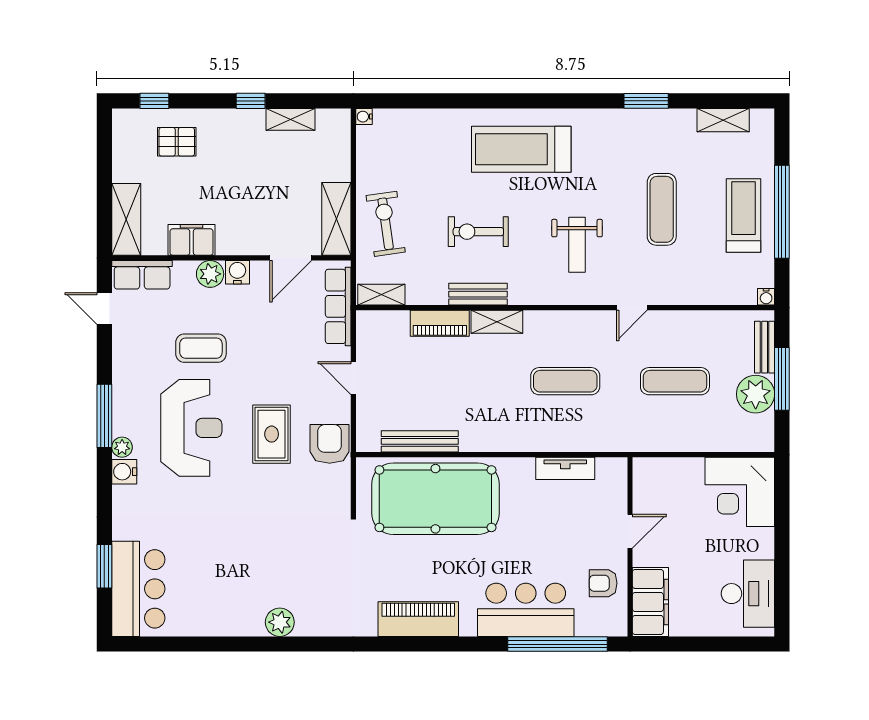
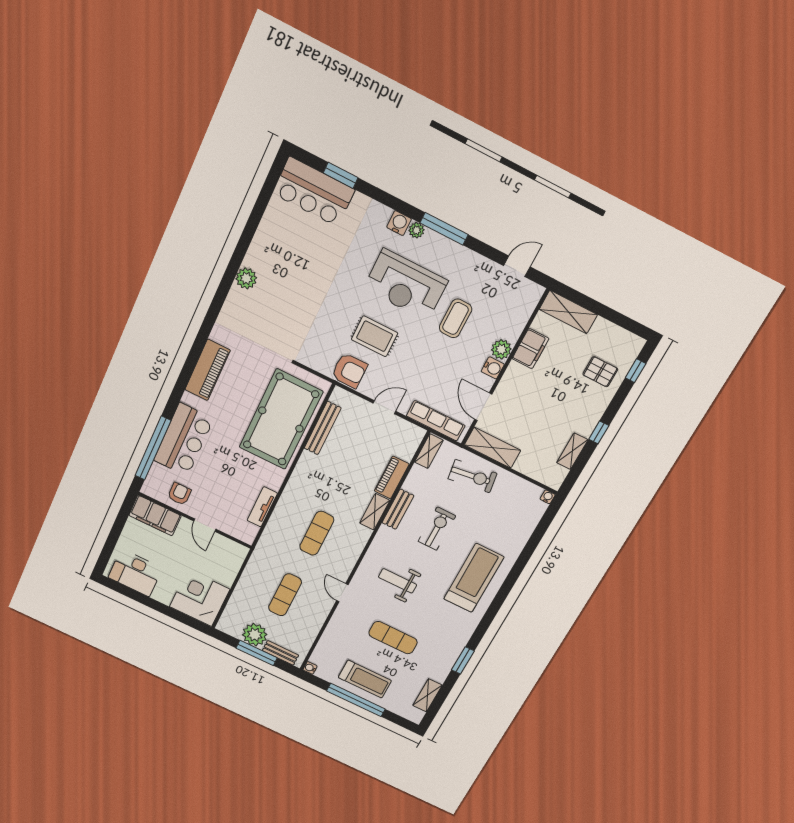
pallet: (177, 142) -> (600, 372), turned 90
row of seats: (142, 275) -> (526, 304), removed

